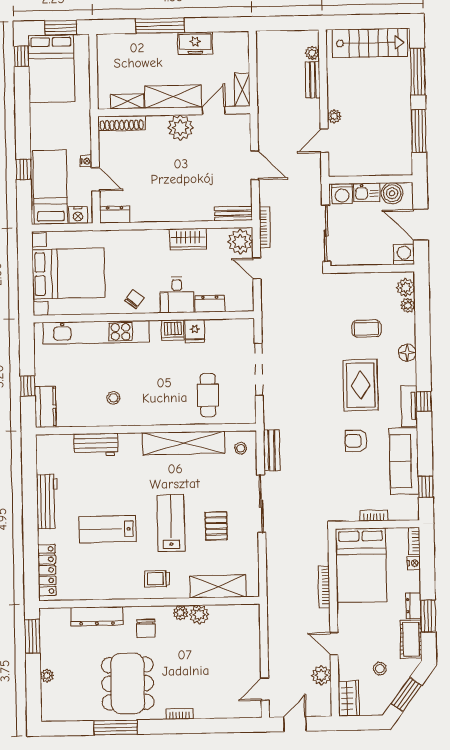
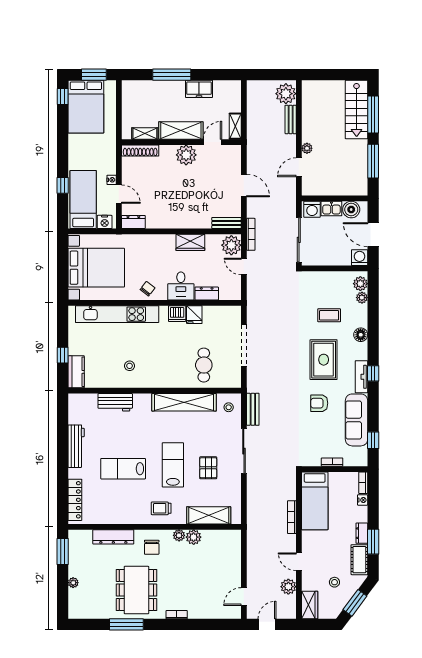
stairs: (370, 43) -> (357, 110), moved, turned 90
plant: (312, 53) -> (286, 94), width x1.88, depth x1.88
bed: (361, 565) -> (315, 501), width x0.67

